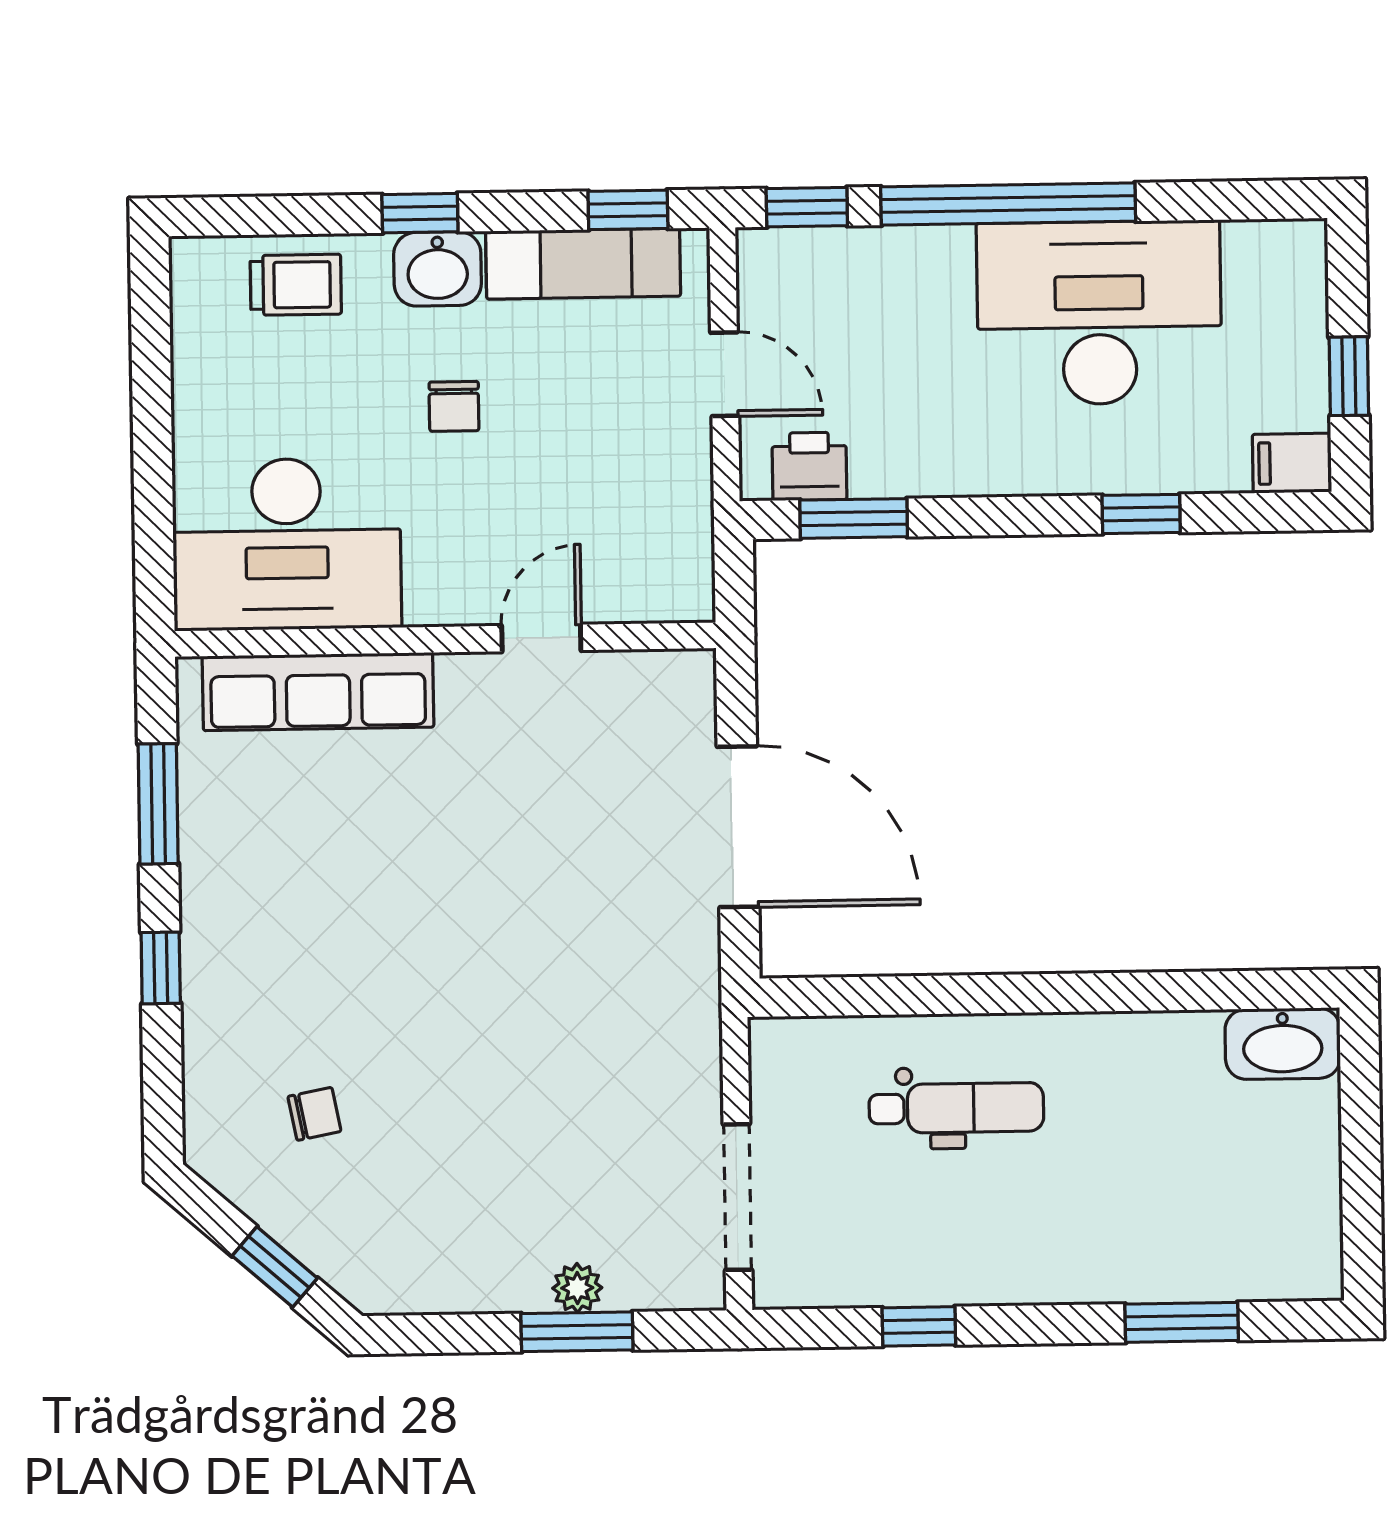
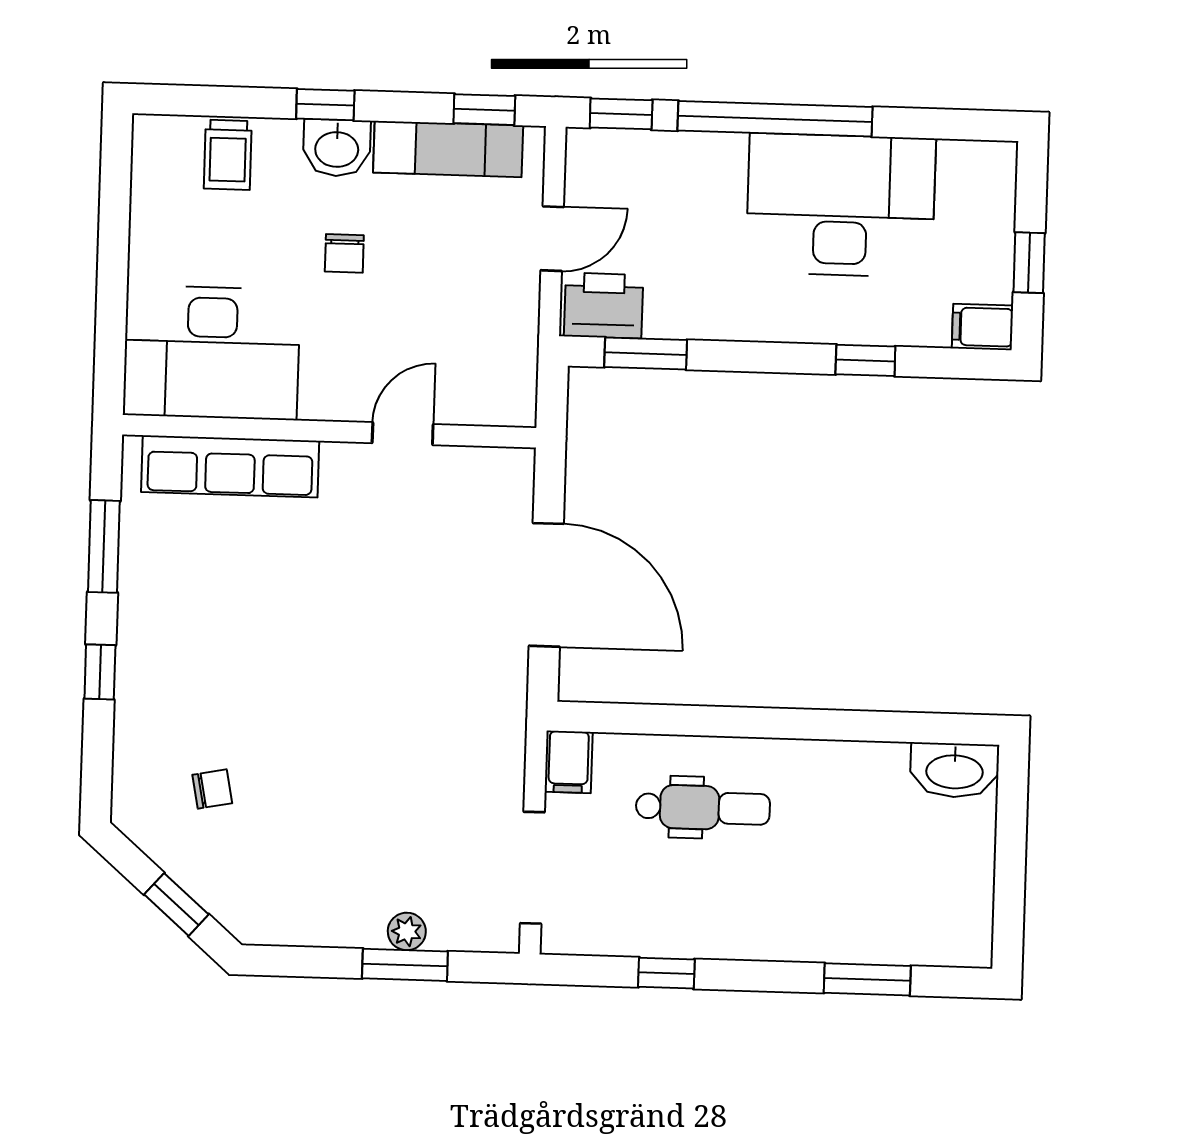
trolley: (296, 285) -> (228, 155), turned 90
door: (725, 374) -> (552, 239), hinge flipped
printer: (809, 466) -> (604, 306), width x1.36, depth x1.24
filing cabinet: (778, 1057) -> (569, 762), added

